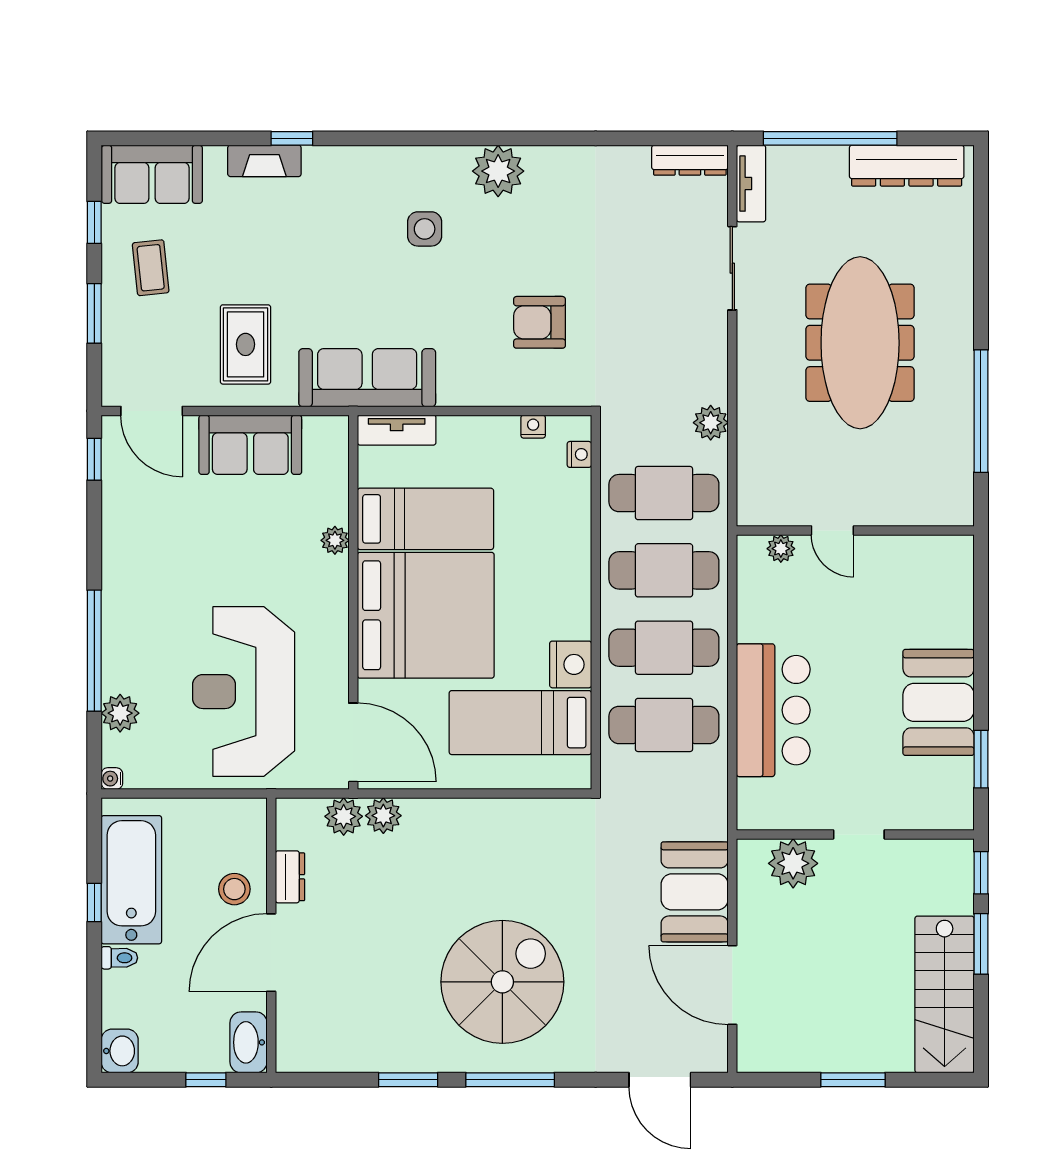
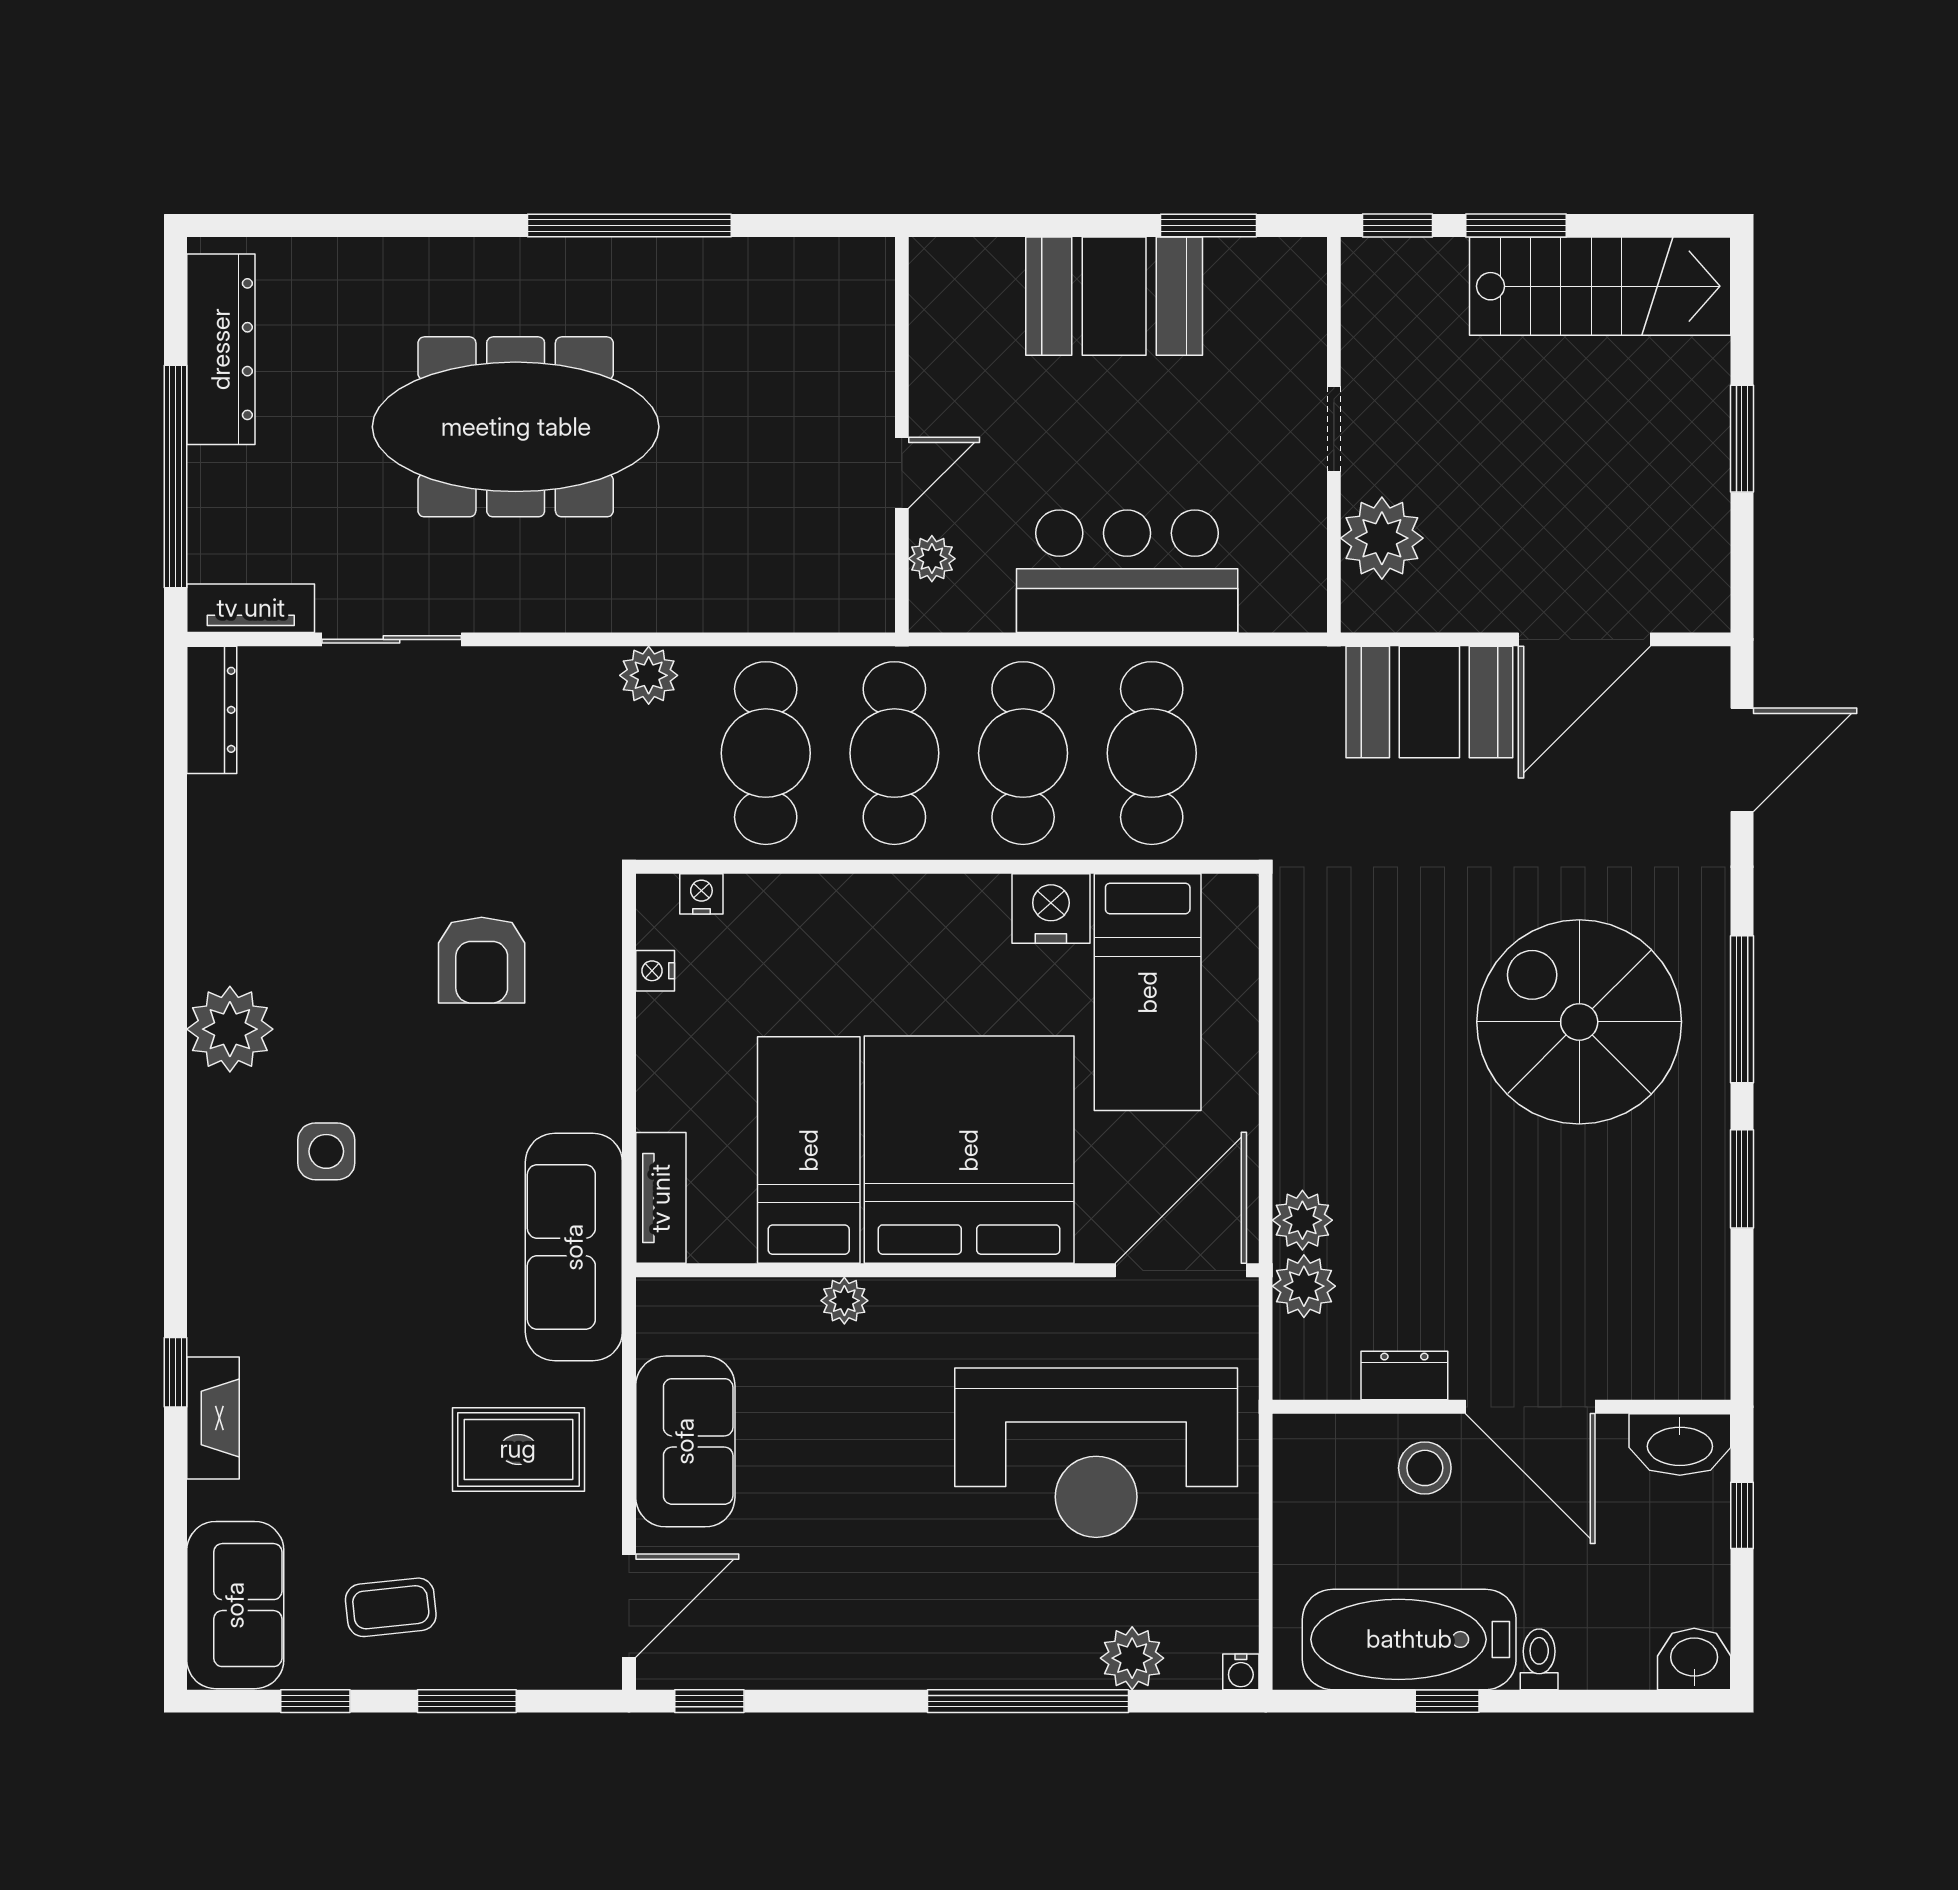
door: (832, 530) -> (902, 473), moved
wall: (855, 530) -> (902, 435), moved
plant: (781, 549) -> (932, 559), moved

